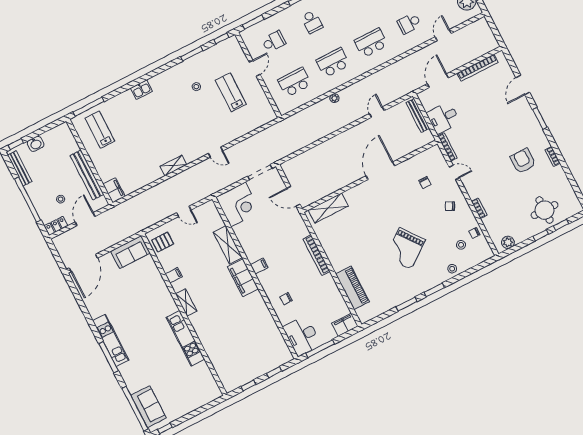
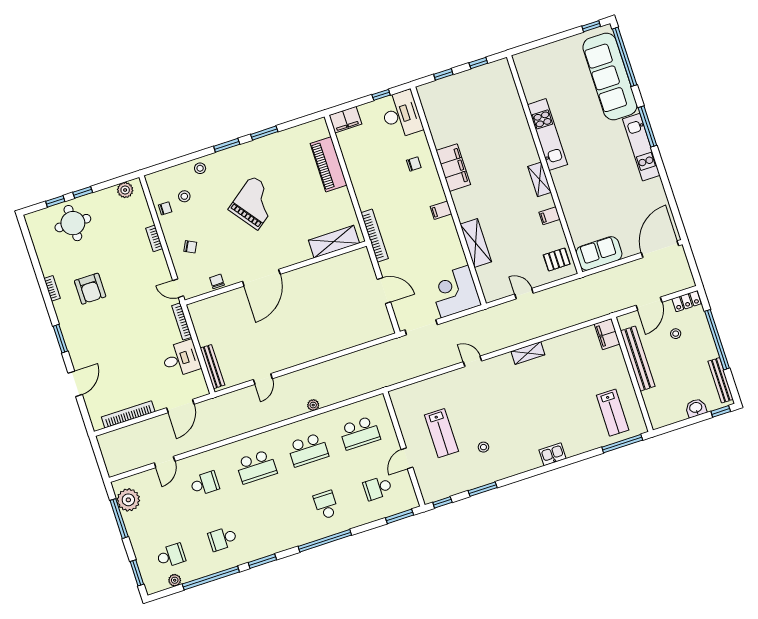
door: (380, 171) -> (261, 278), moved
wall: (370, 176) -> (276, 273), moved
shelving: (328, 208) -> (334, 242), moved
bookcase: (316, 255) -> (375, 236), moved
filing cabinet: (243, 278) -> (453, 168), moved
window: (320, 349) -> (381, 95), width x0.46
sofa: (149, 407) -> (610, 76), width x1.85, depth x1.27

